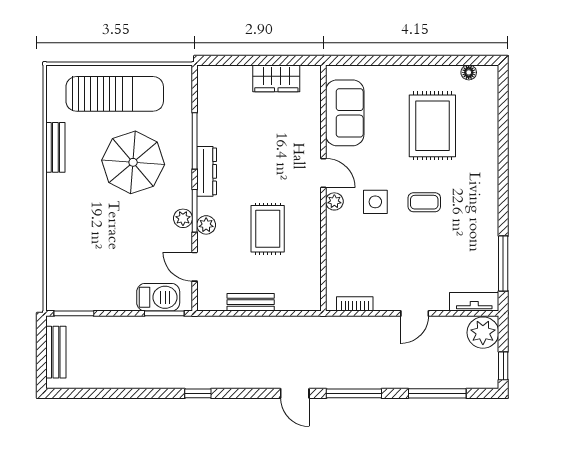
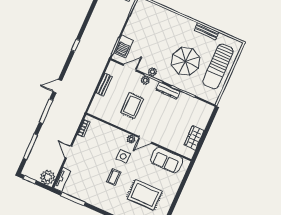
rug: (268, 229) -> (132, 106), turned 90

